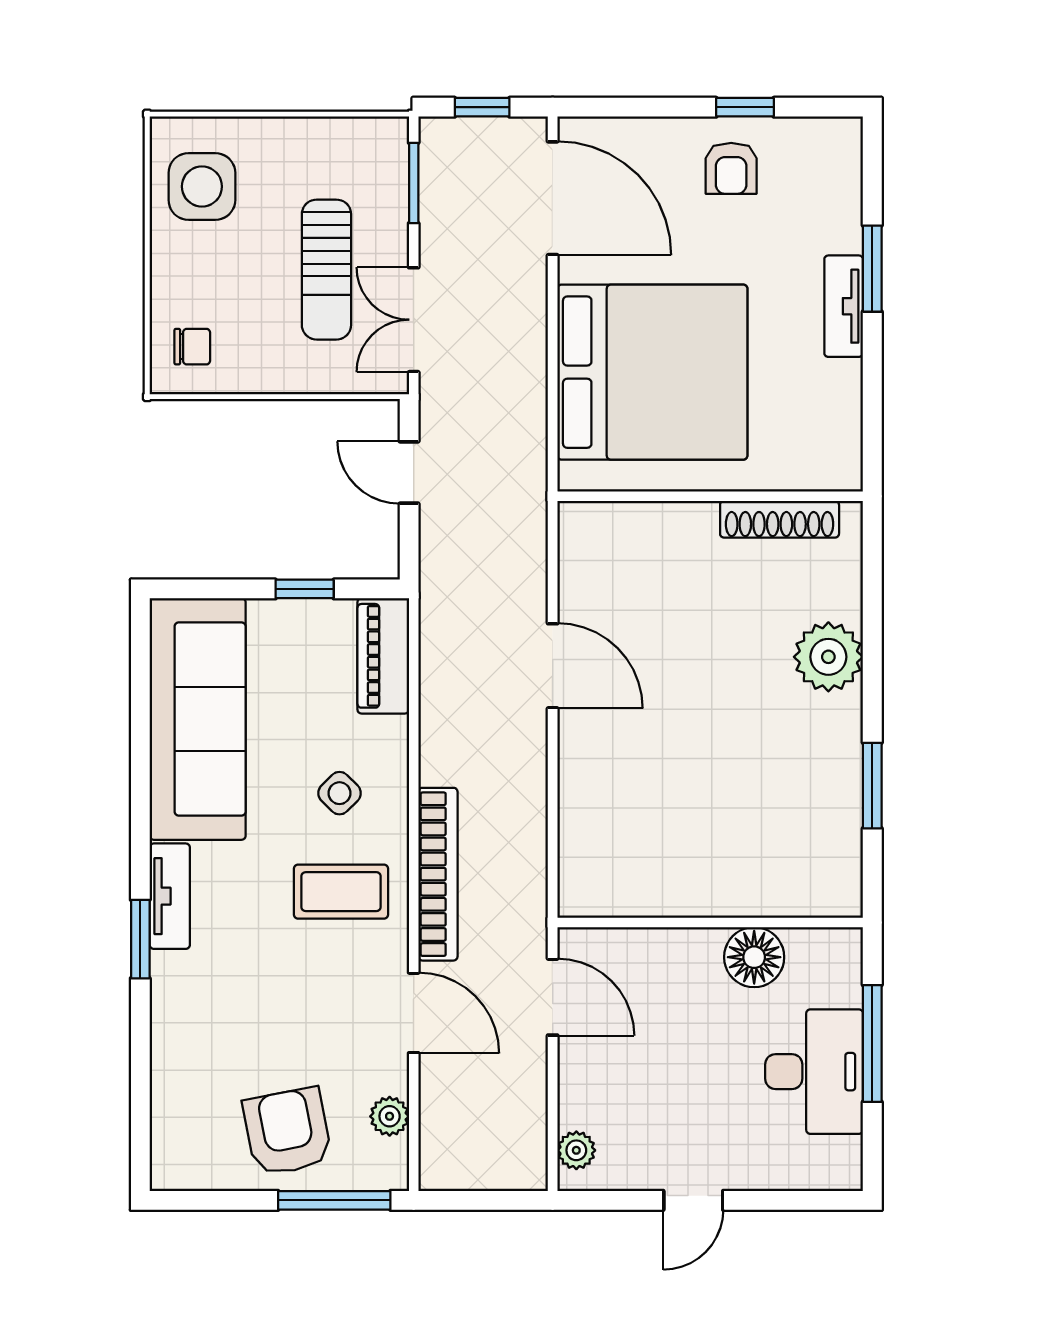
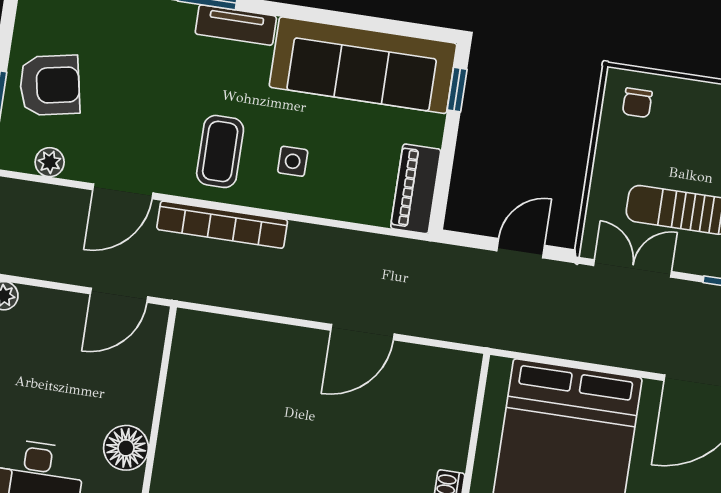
window: (305, 589) -> (457, 90), moved
piano: (383, 656) -> (416, 189), moved, turned -90
side table: (340, 793) -> (293, 161), turned 45

